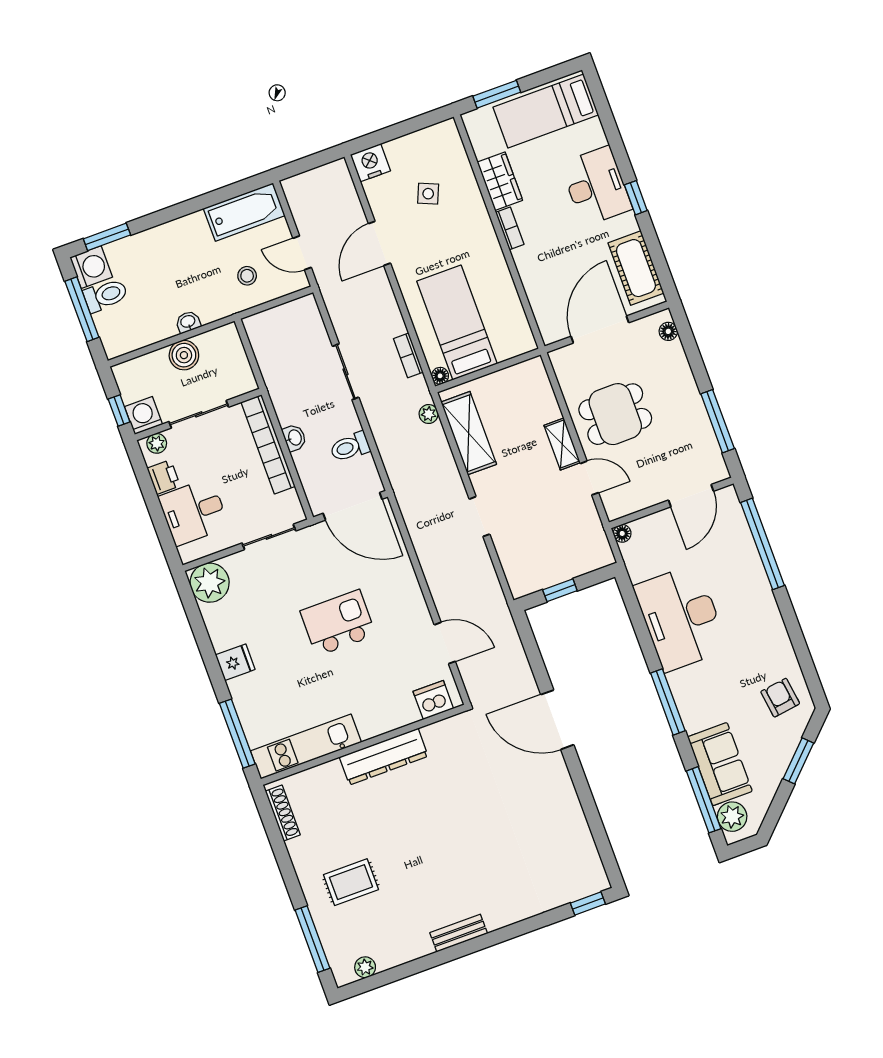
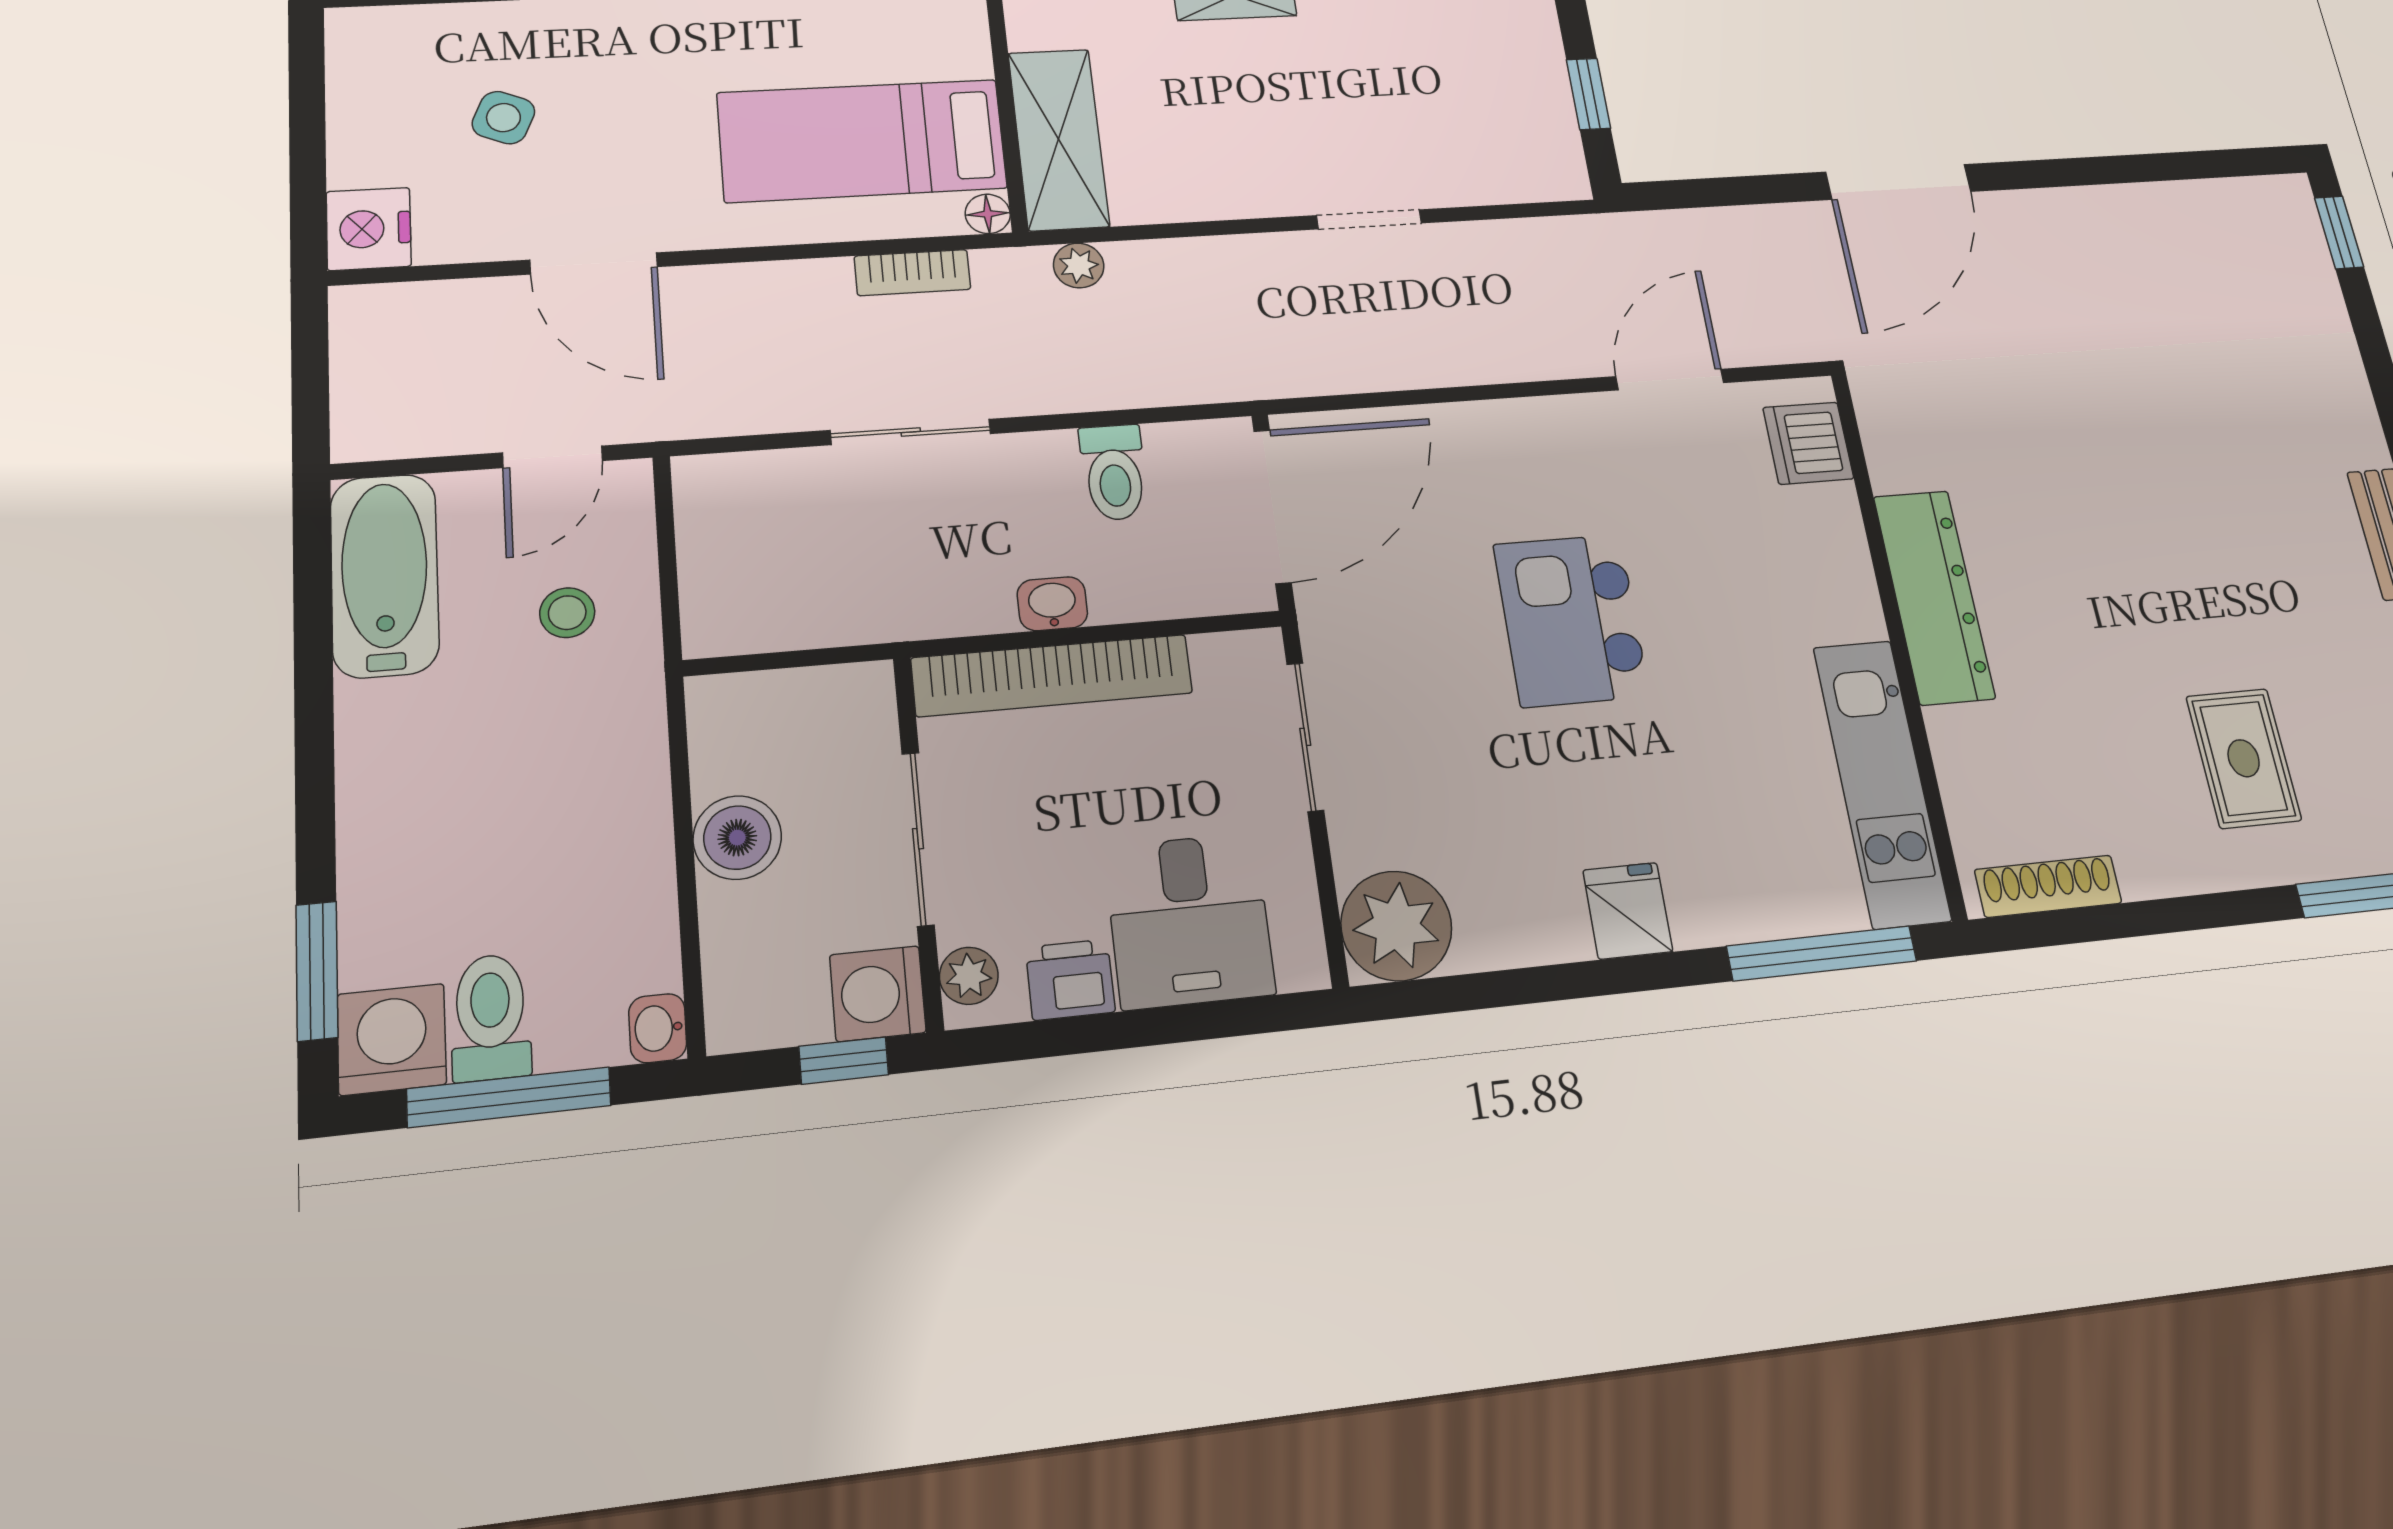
washbasin: (188, 322) -> (658, 1028), moved
shelving: (469, 433) -> (1059, 139), moved, turned 90

